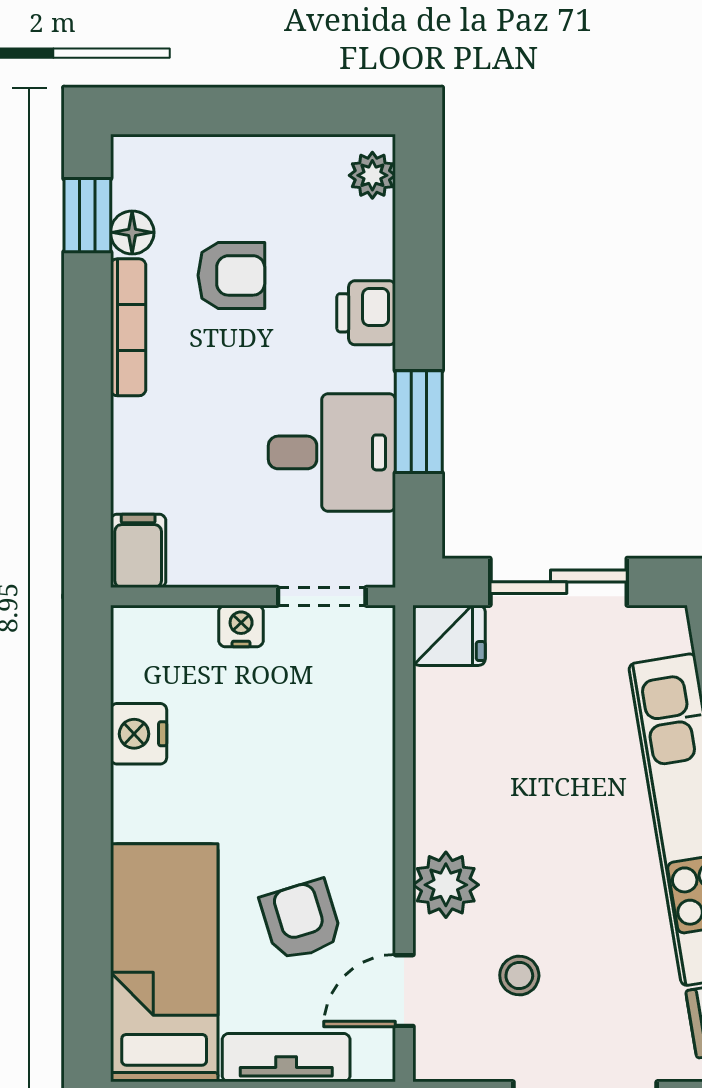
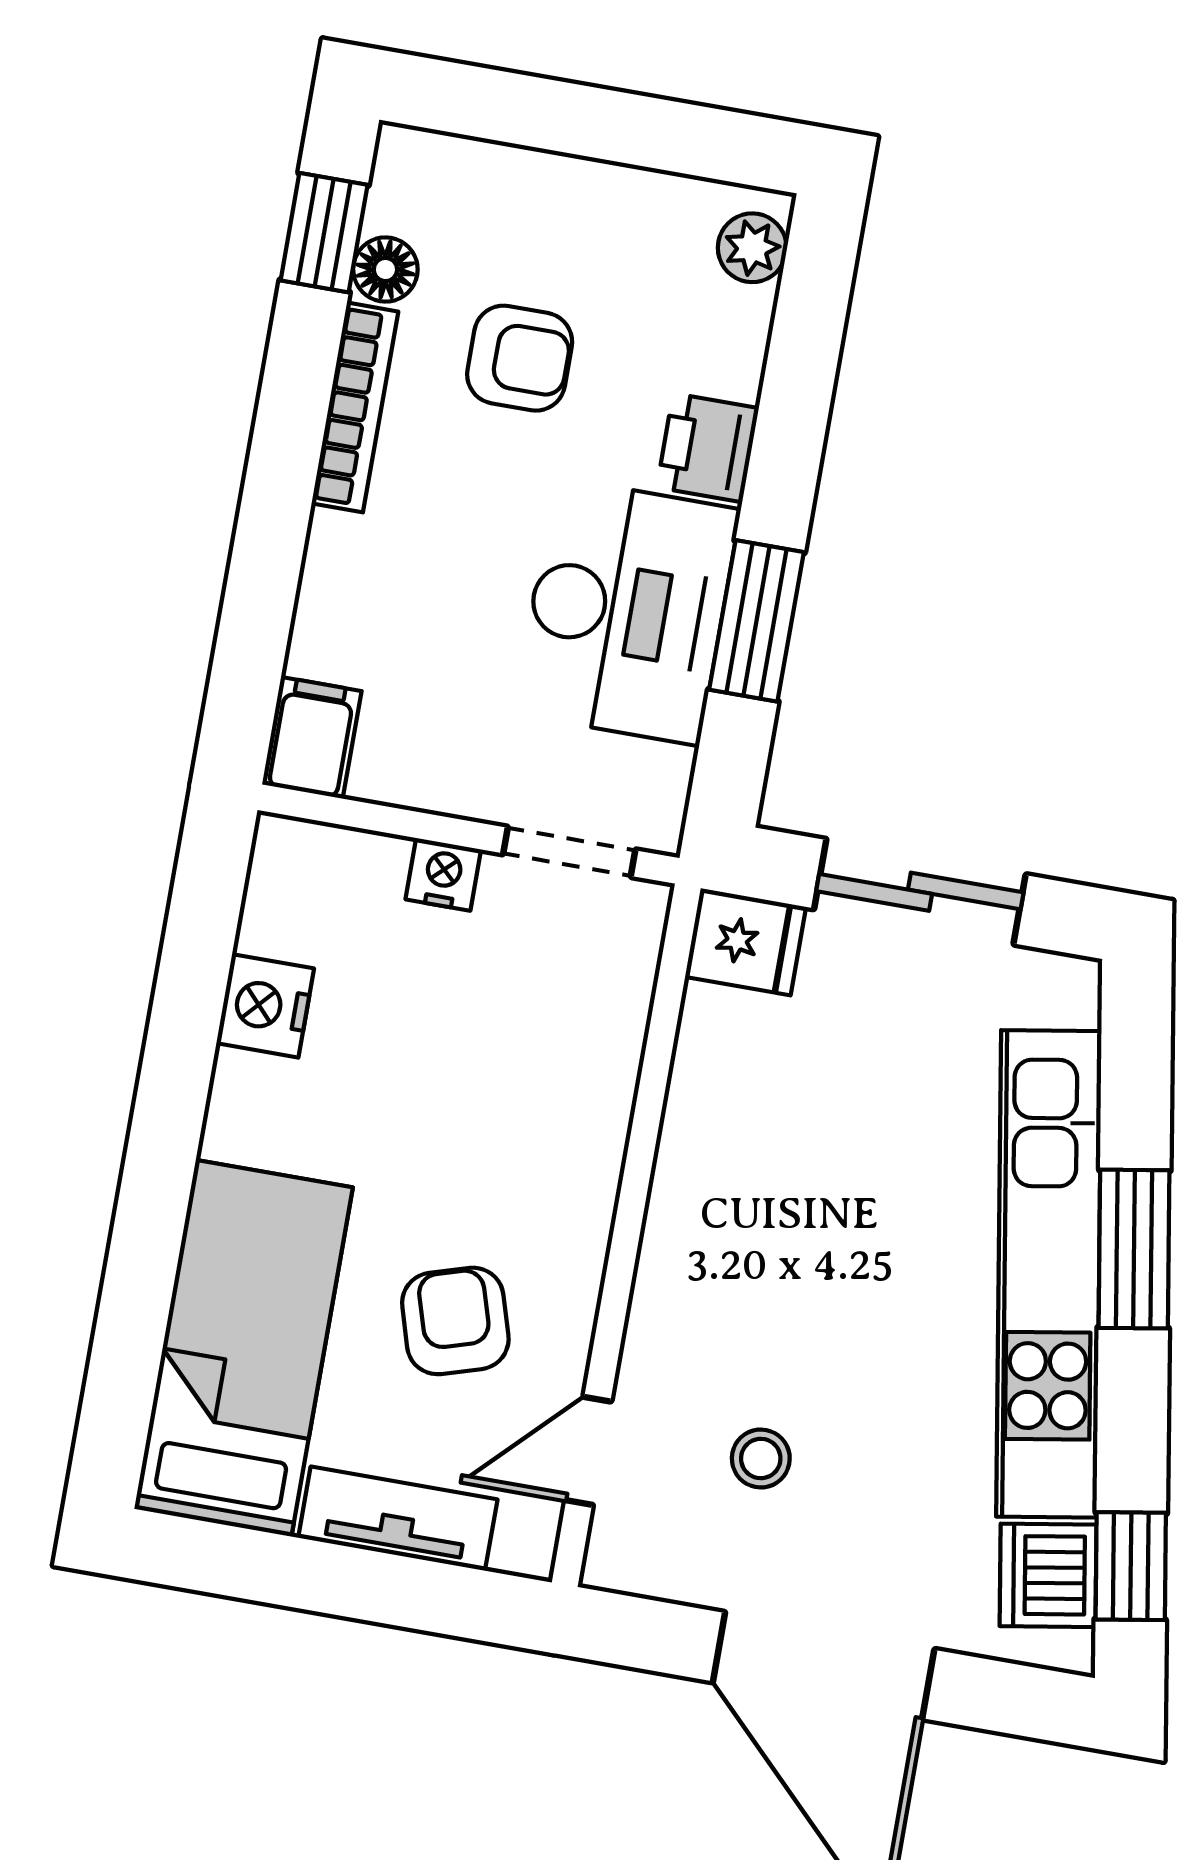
desk: (332, 452) -> (627, 611), width x1.37
plant: (446, 885) -> (676, 1306), removed

